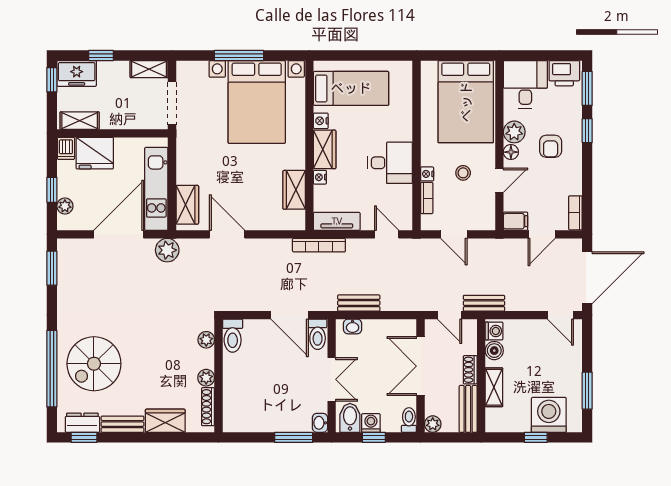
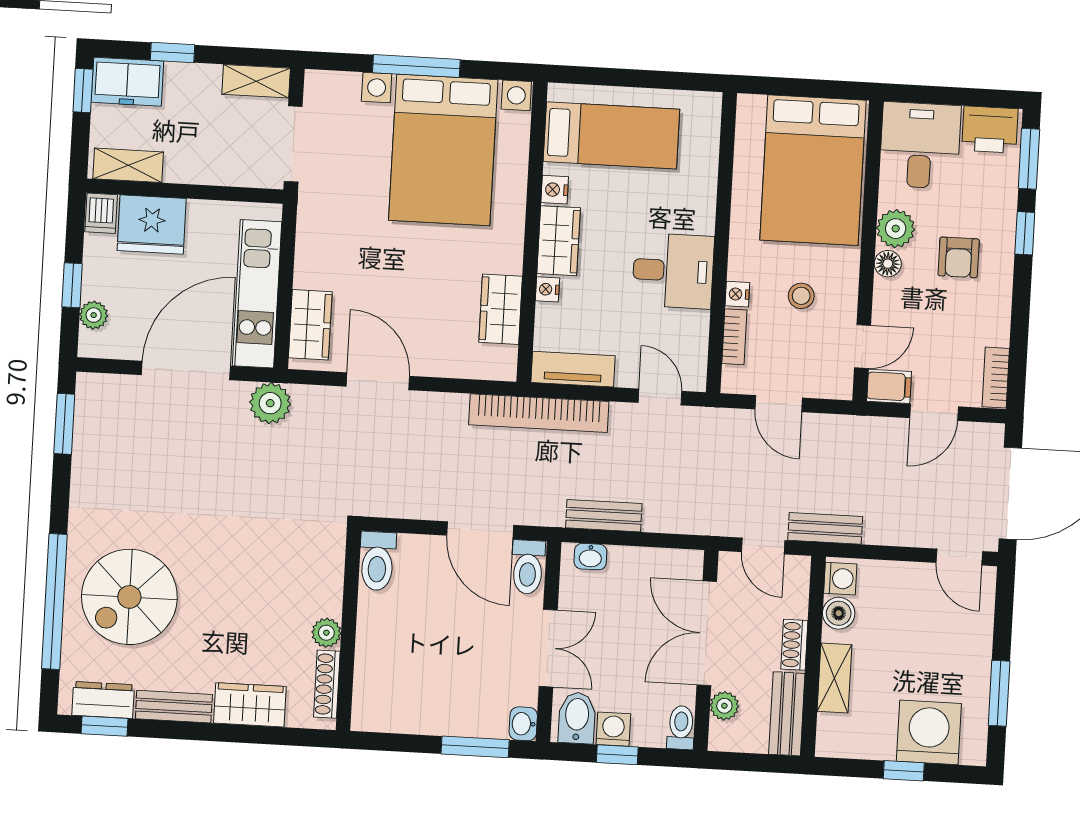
door: (499, 180) -> (863, 346), moved
bookcase: (319, 245) -> (539, 413), width x1.48, depth x1.31
plant: (206, 340) -> (330, 566), removed
plant: (433, 424) -> (724, 706), moved

